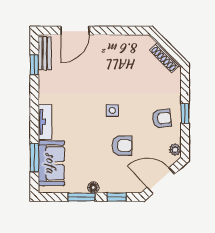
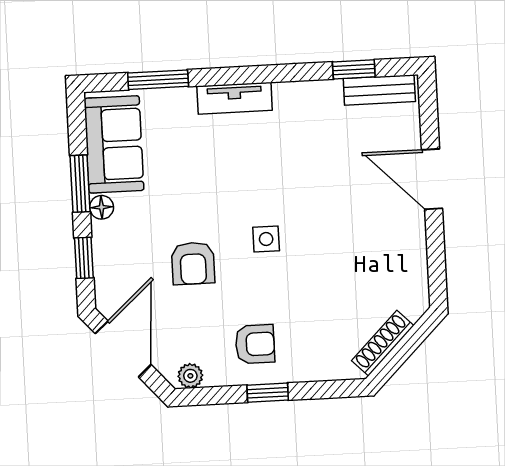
door: (75, 31) -> (432, 179), moved
armchair: (162, 118) -> (255, 344), turned -84
sofa: (51, 163) -> (114, 144), moved, turned -90

